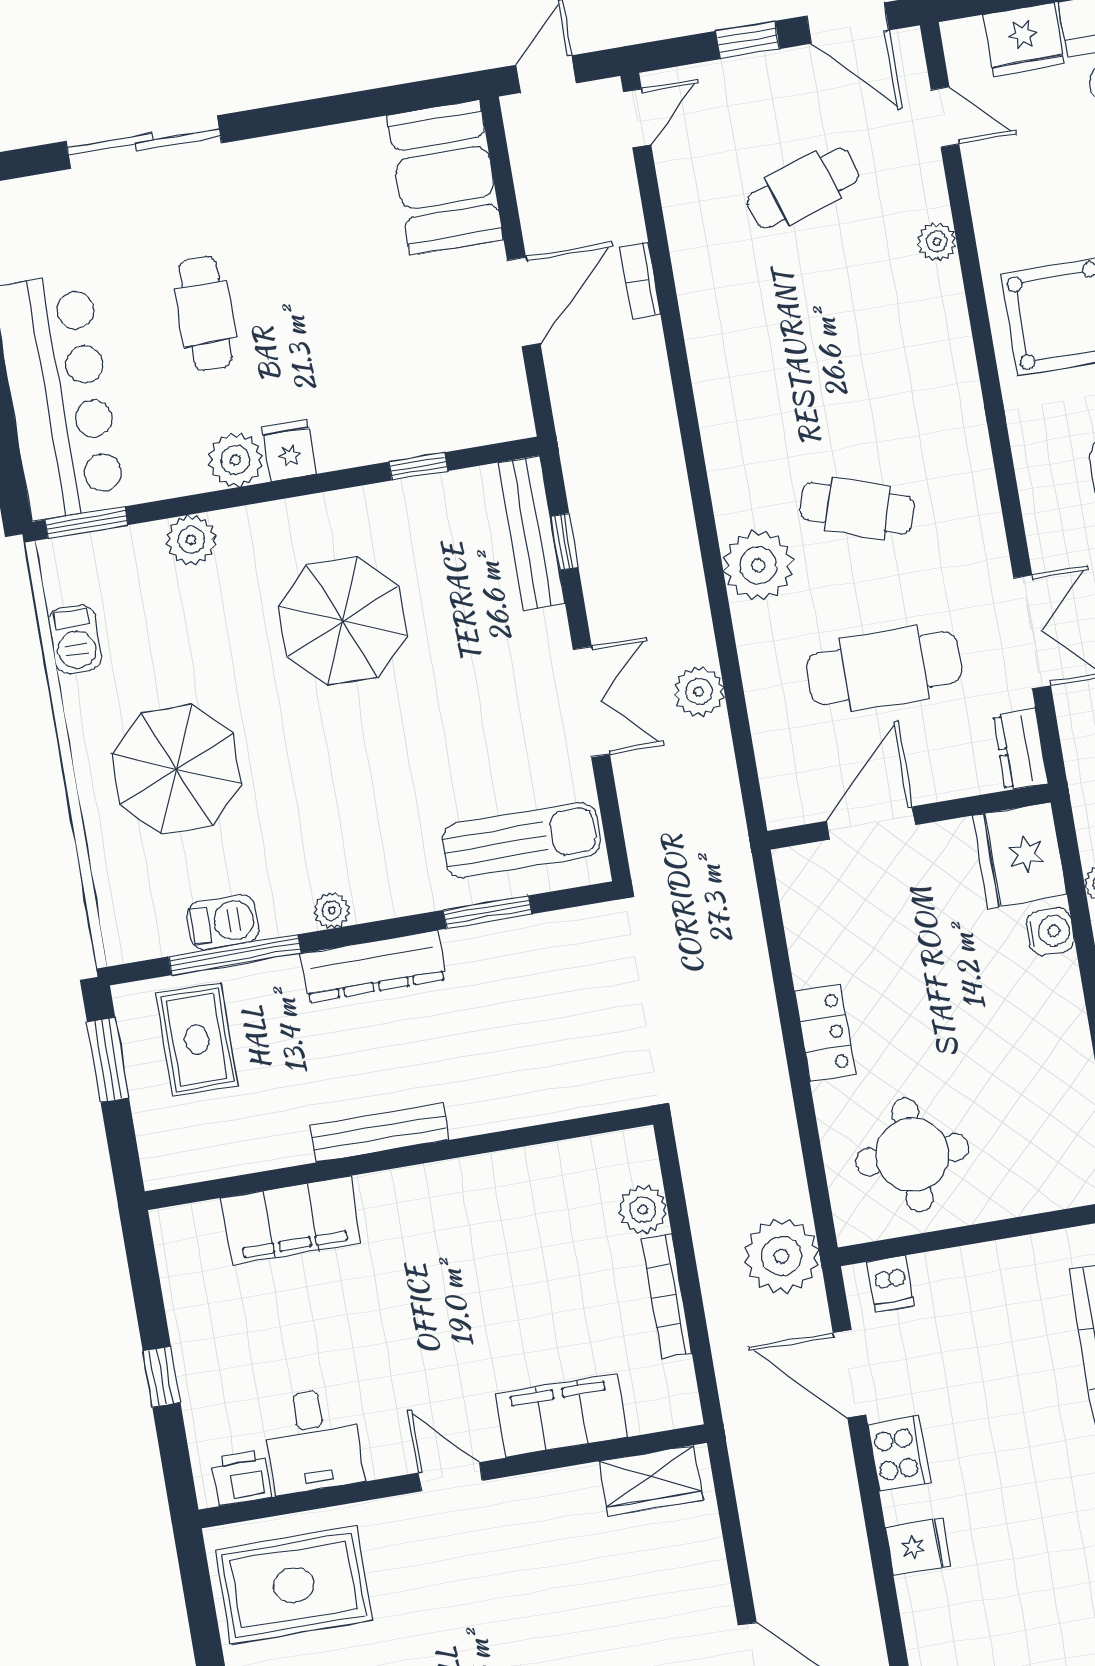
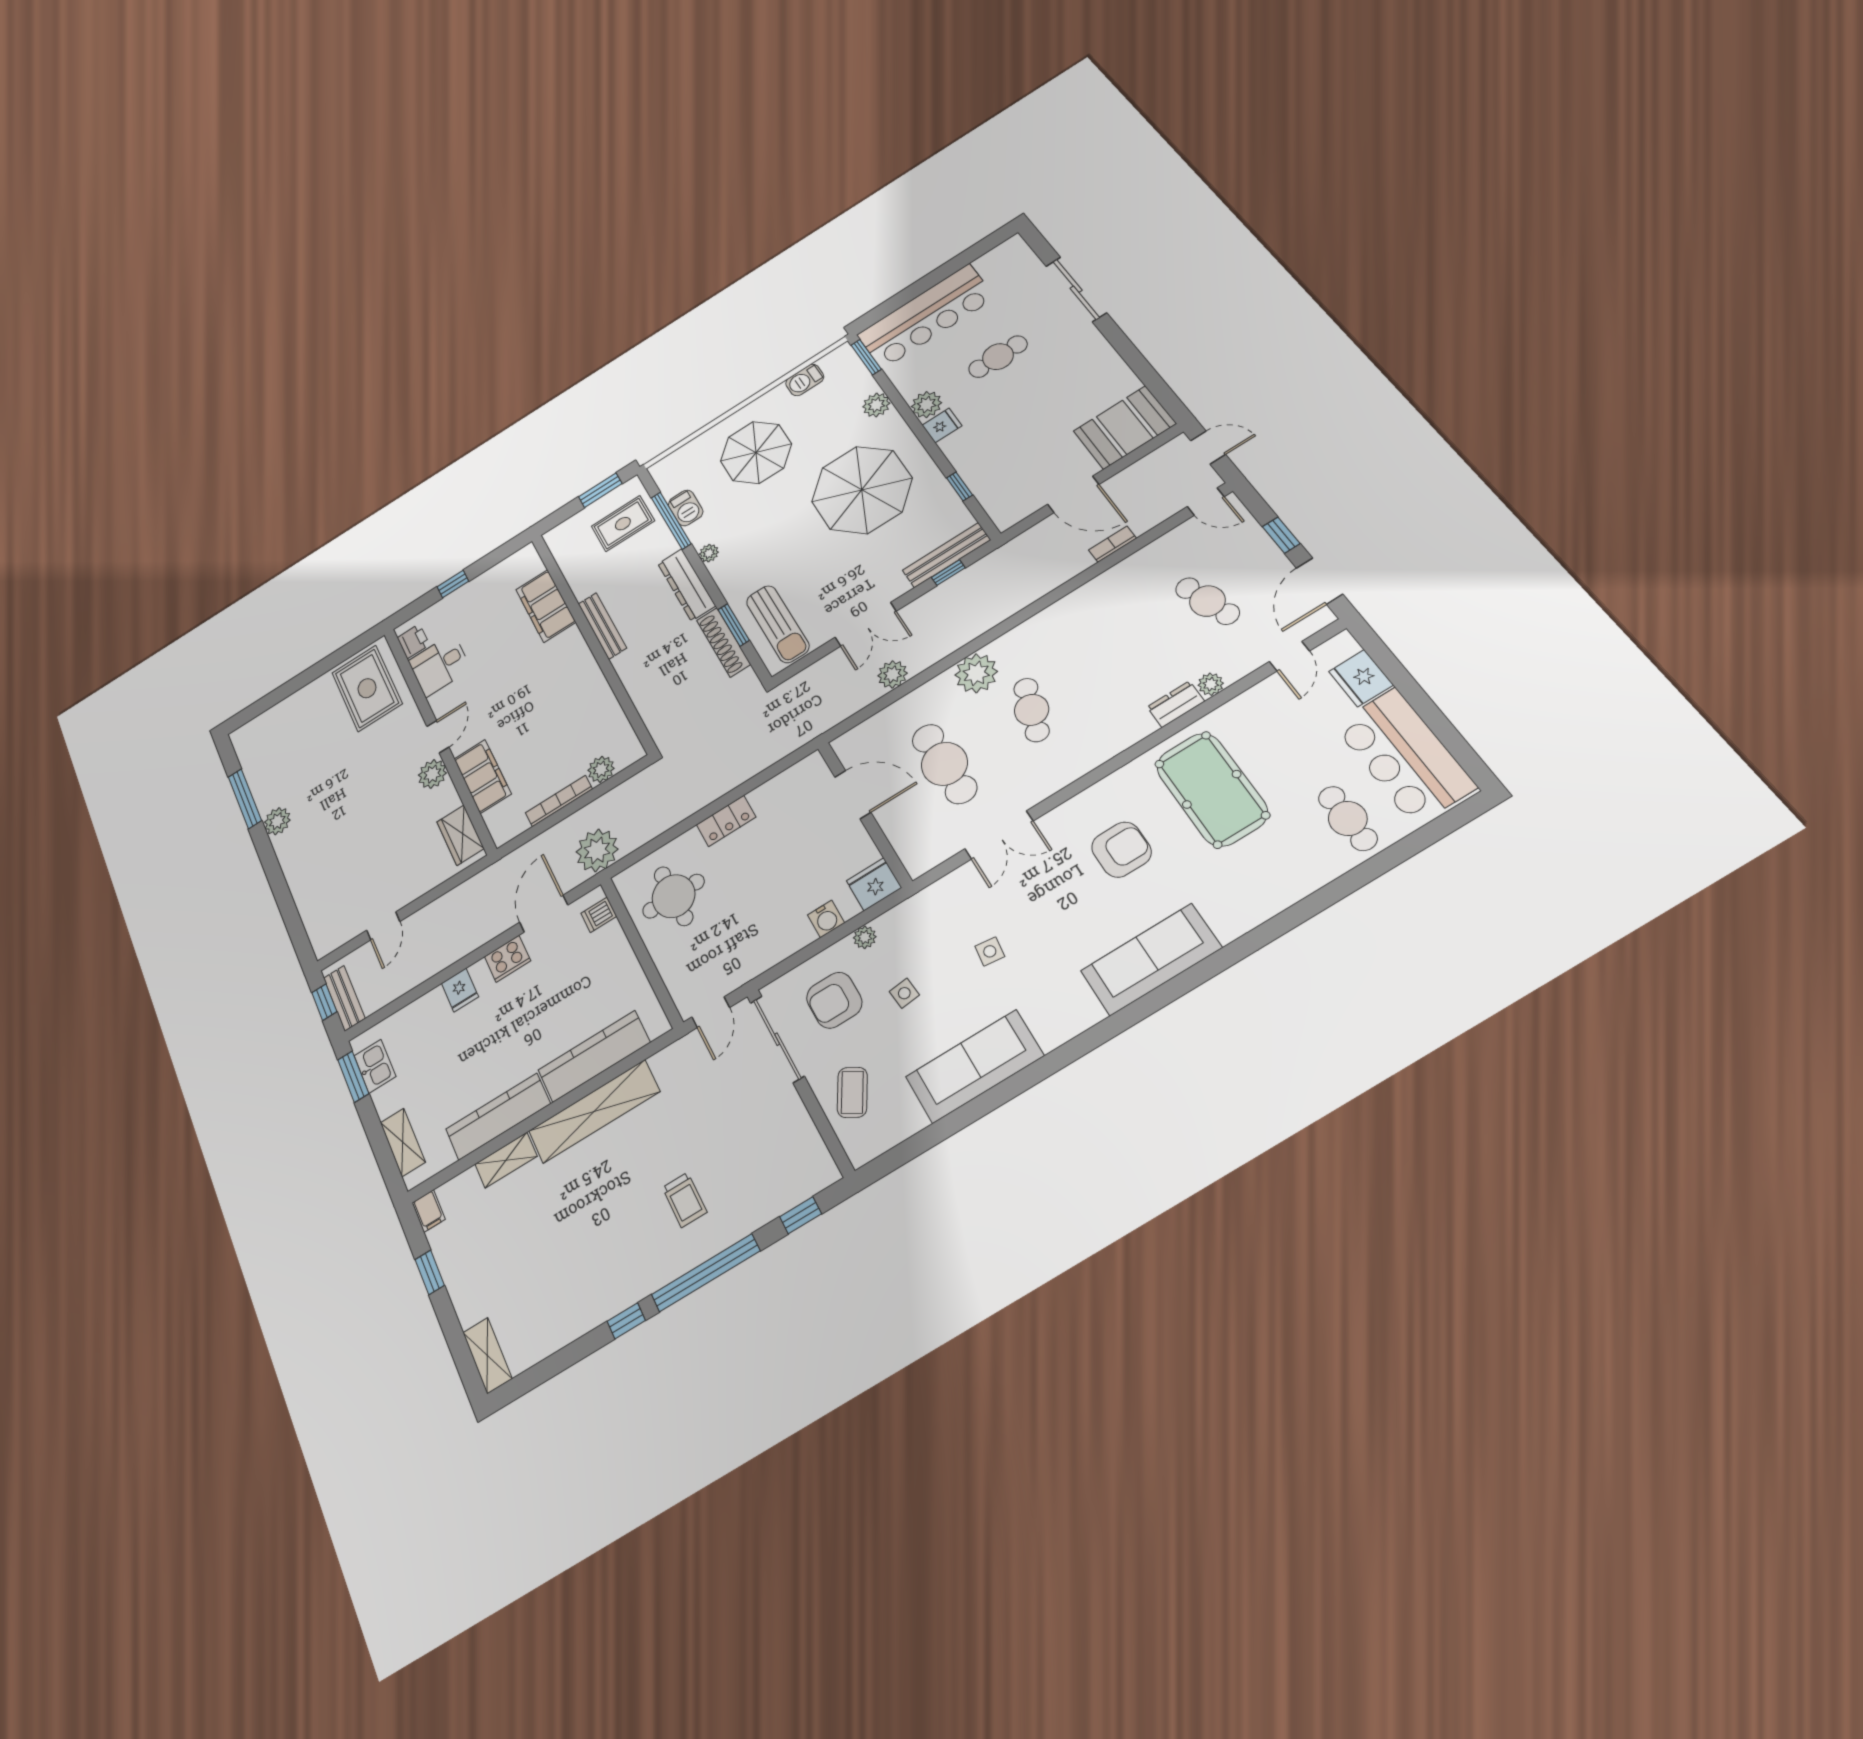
parasol: (343, 621) -> (862, 490), width x1.36, depth x1.36
dresser: (1020, 749) -> (1176, 704), moved
fridge: (1020, 855) -> (874, 884), width x0.73, depth x0.75
shoe rack: (511, 939) -> (724, 642), added
plant: (516, 1503) -> (432, 774), added

